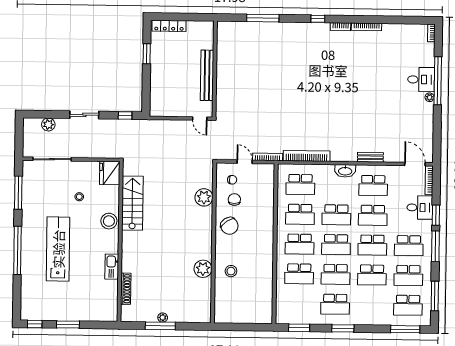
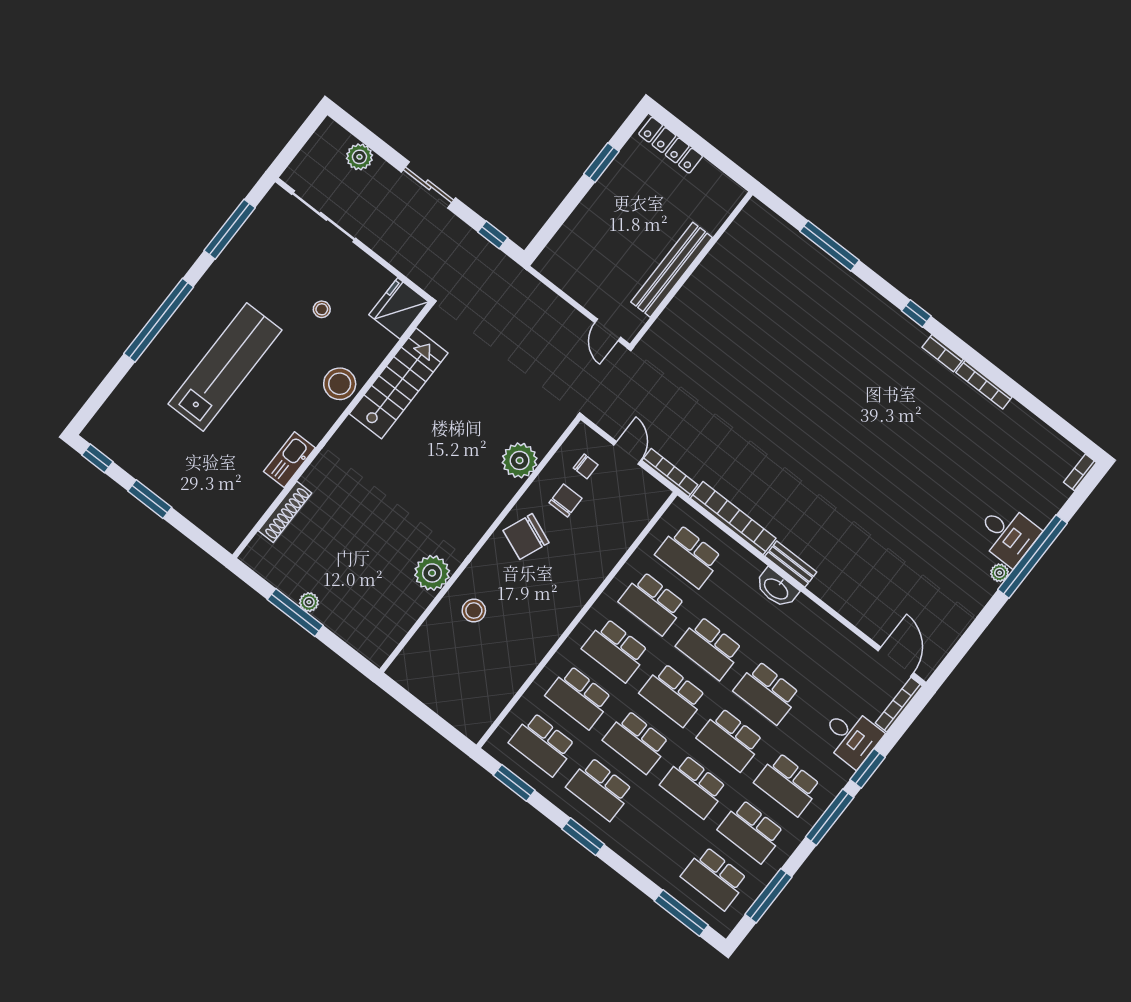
bench: (370, 157) -> (791, 564), moved
school desk: (373, 185) -> (542, 744), moved
chair: (229, 226) -> (526, 537), turned 55

